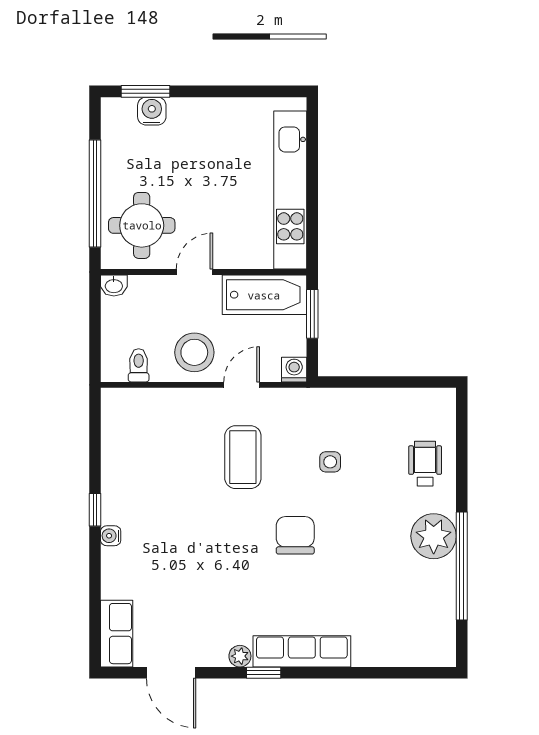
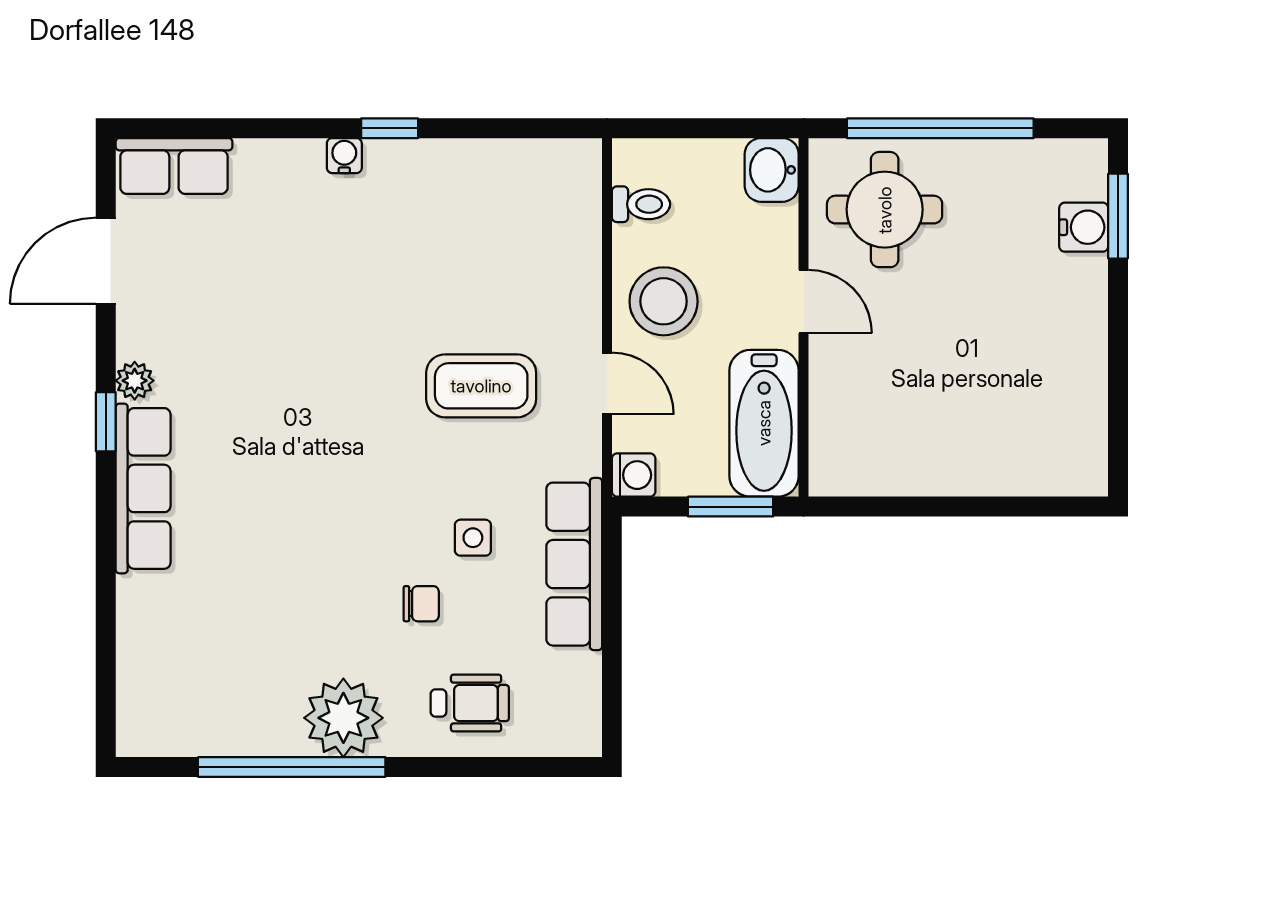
kitchen unit: (290, 190) -> (946, 468), removed
washbasin: (114, 285) -> (772, 170), width x1.38, depth x1.45
row of seats: (345, 404) -> (574, 564), added
chair: (295, 535) -> (421, 604), moved, width x0.54, depth x0.54

